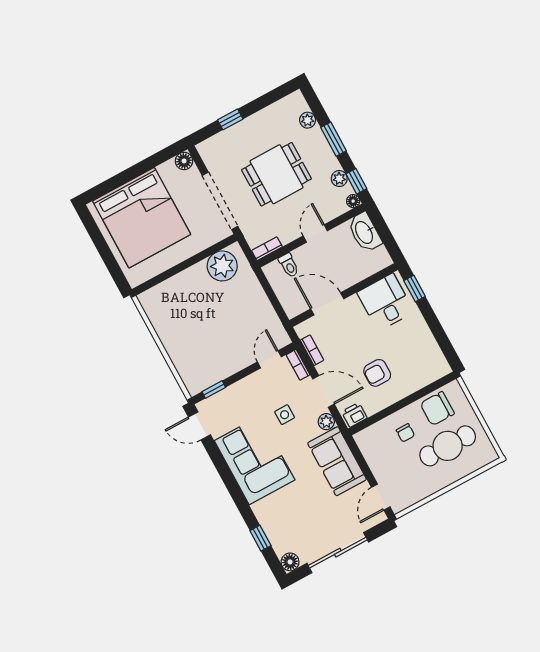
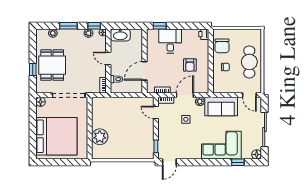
dining table: (276, 174) -> (52, 65), moved
plant: (222, 266) -> (100, 137), moved
desk: (385, 302) -> (170, 41), moved, turned 90
printer: (354, 415) -> (204, 34), moved
cafe table: (448, 446) -> (249, 62), moved
corner sofa: (255, 460) -> (221, 145), moved

